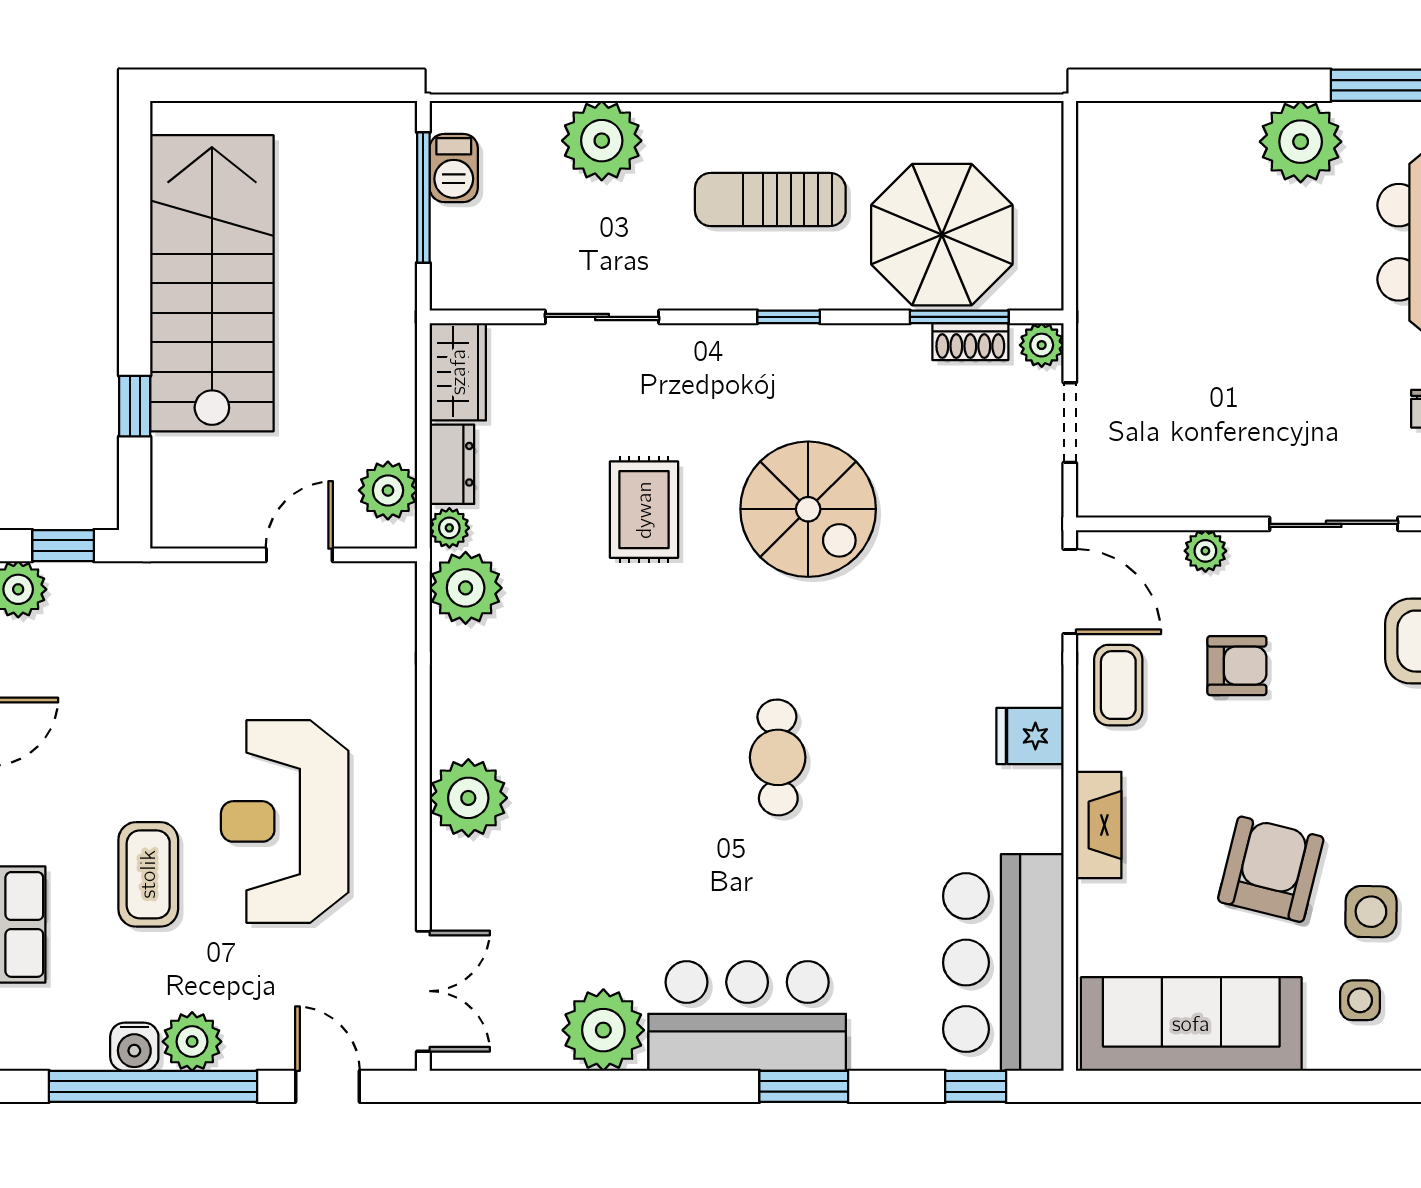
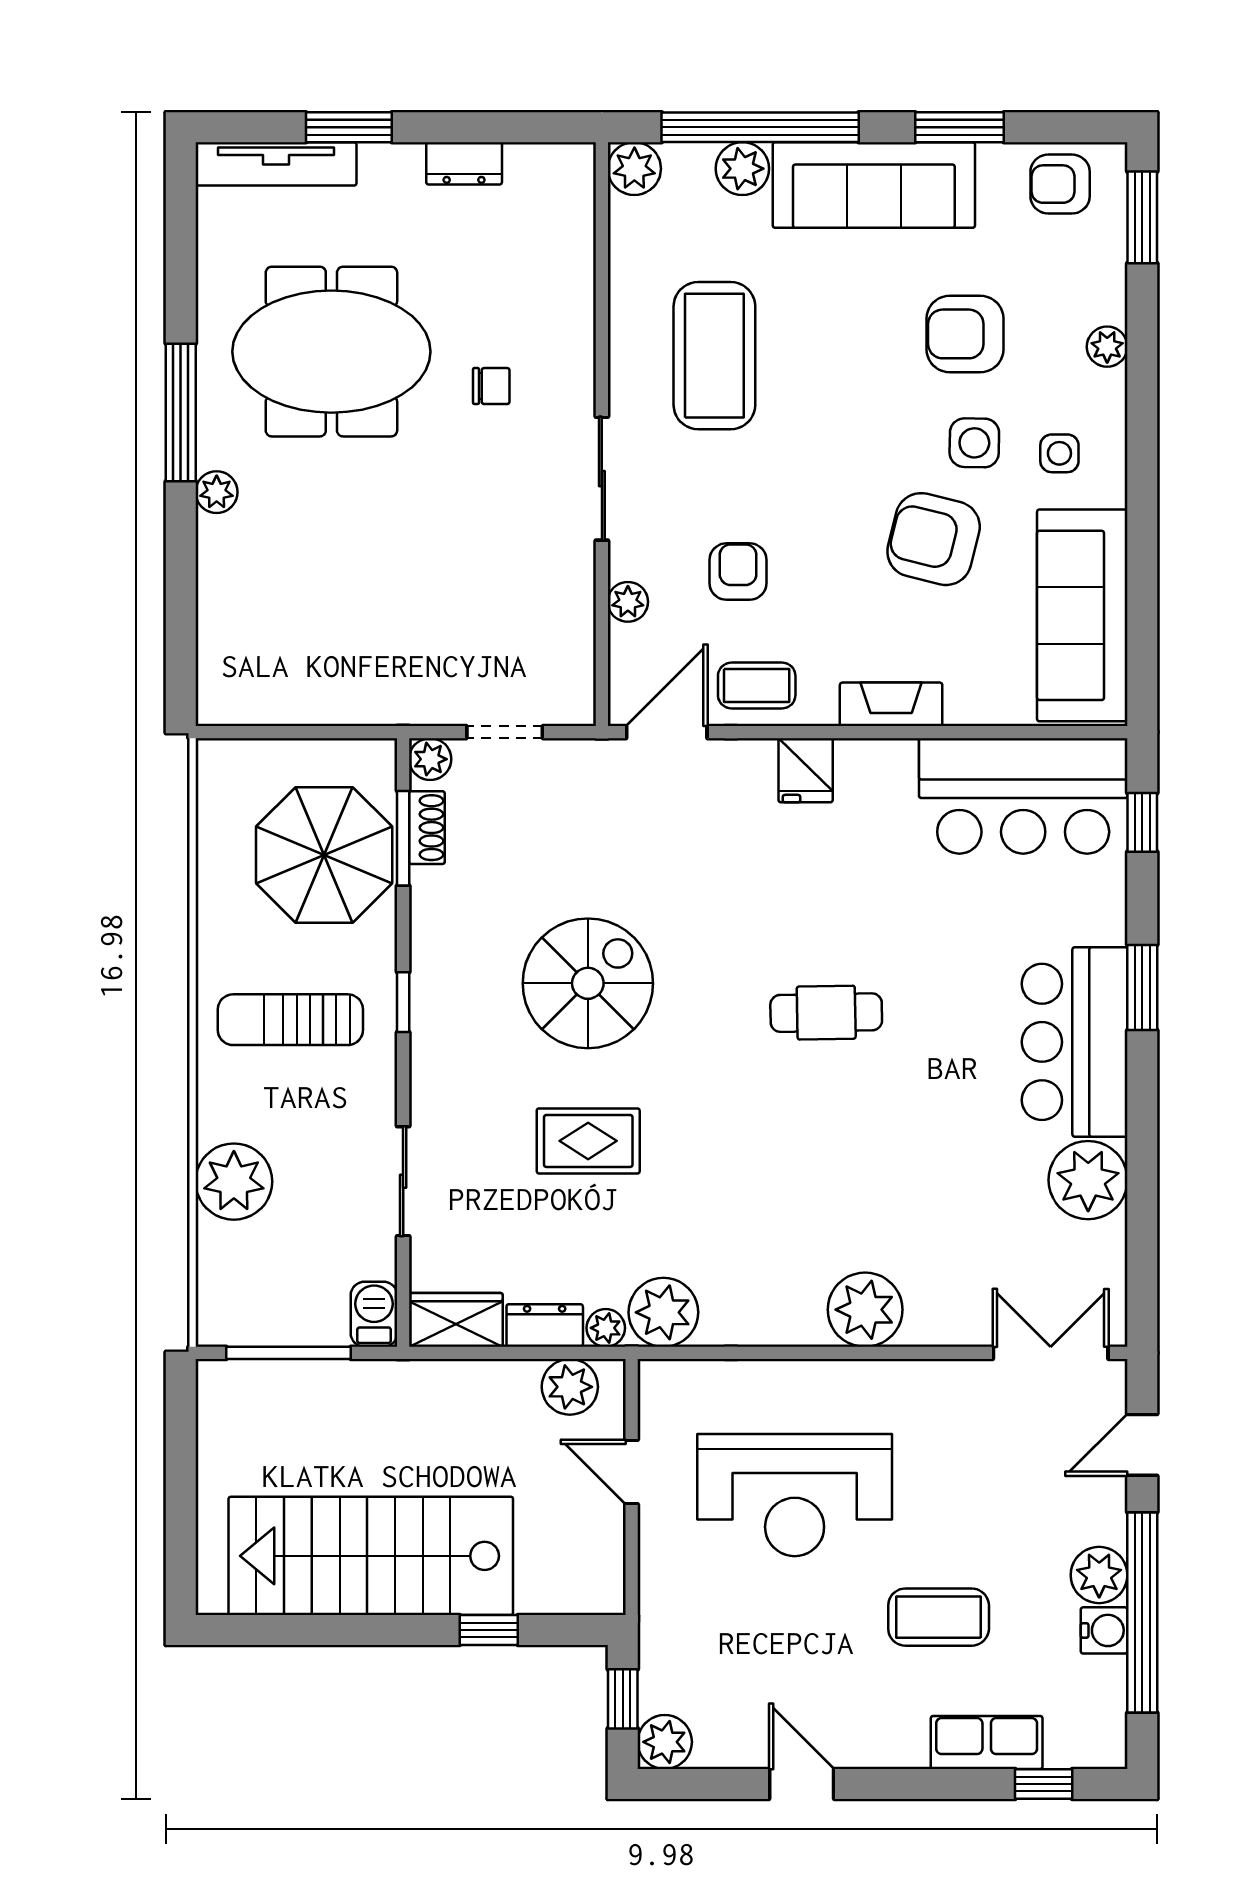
plant: (1301, 142) -> (217, 492), width x0.53, depth x0.53
barbecue: (454, 168) -> (374, 1314), moved, turned -90
sun lounger: (770, 200) -> (290, 1020), turned 90
reception desk: (285, 821) -> (795, 1495), moved

